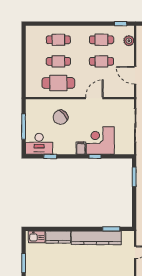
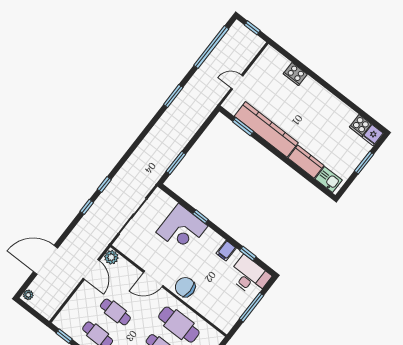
plant: (129, 41) -> (111, 257), moved
chair: (60, 117) -> (185, 287), moved, turned -137
filing cabinet: (81, 148) -> (226, 251), moved

